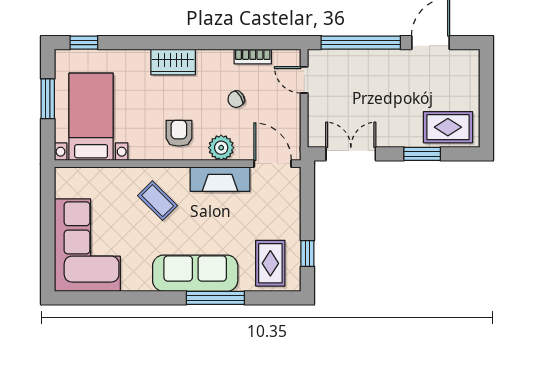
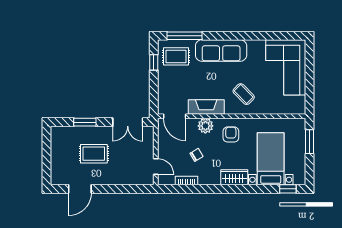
window: (361, 43) -> (122, 189), removed
window: (48, 99) -> (310, 142), moved
bed with nightstands: (91, 117) -> (271, 159), moved, turned 180
rug: (448, 127) -> (94, 154), moved
armchair: (179, 133) -> (231, 134), turned 180
rug: (270, 263) -> (176, 56), turned 90
window: (215, 298) -> (184, 36), moved

